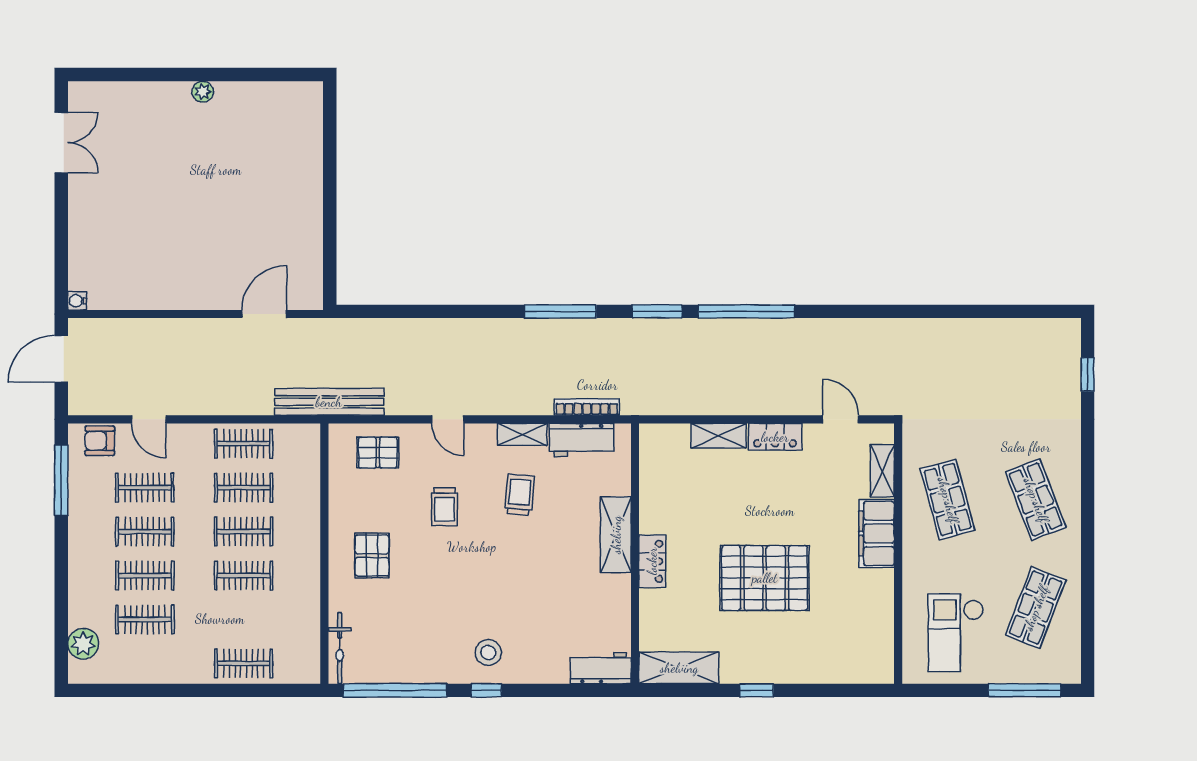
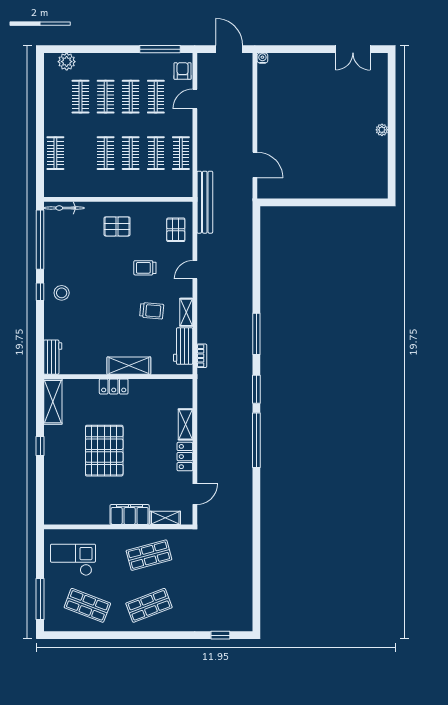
bookcase: (587, 407) -> (202, 356), width x0.64

